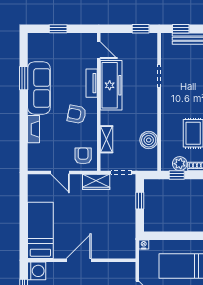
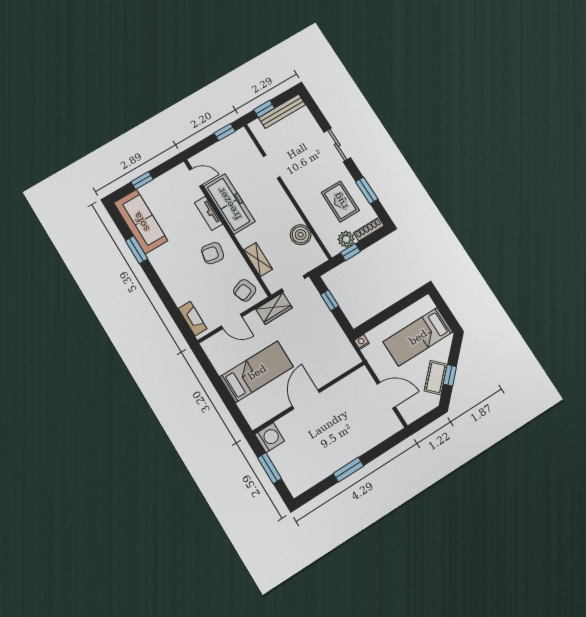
sofa: (39, 88) -> (141, 222), moved
fireplace: (34, 129) -> (193, 319), moved
armchair: (83, 156) -> (245, 290), turned -110
bed: (40, 230) -> (257, 372), moved, turned 90

